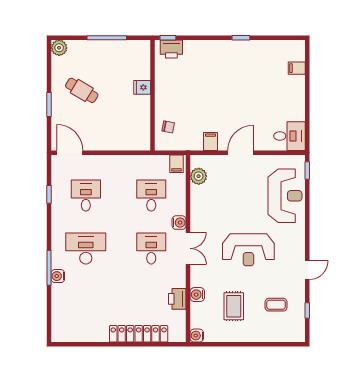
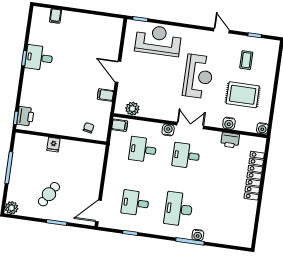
desk: (290, 136) -> (39, 58), moved, turned -90
rug: (234, 306) -> (243, 95), width x1.36, depth x1.43

